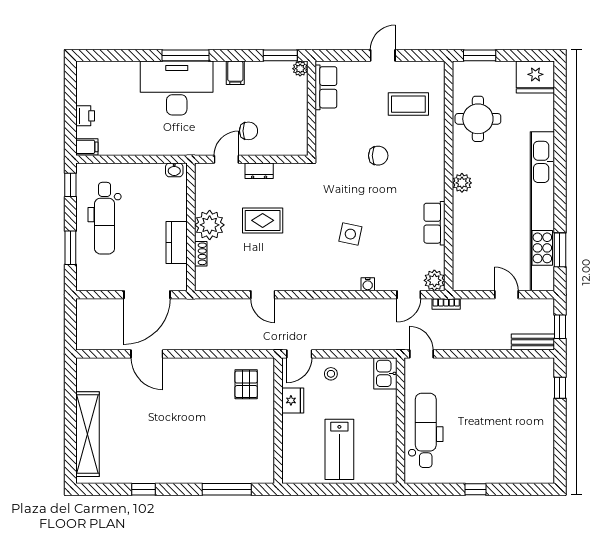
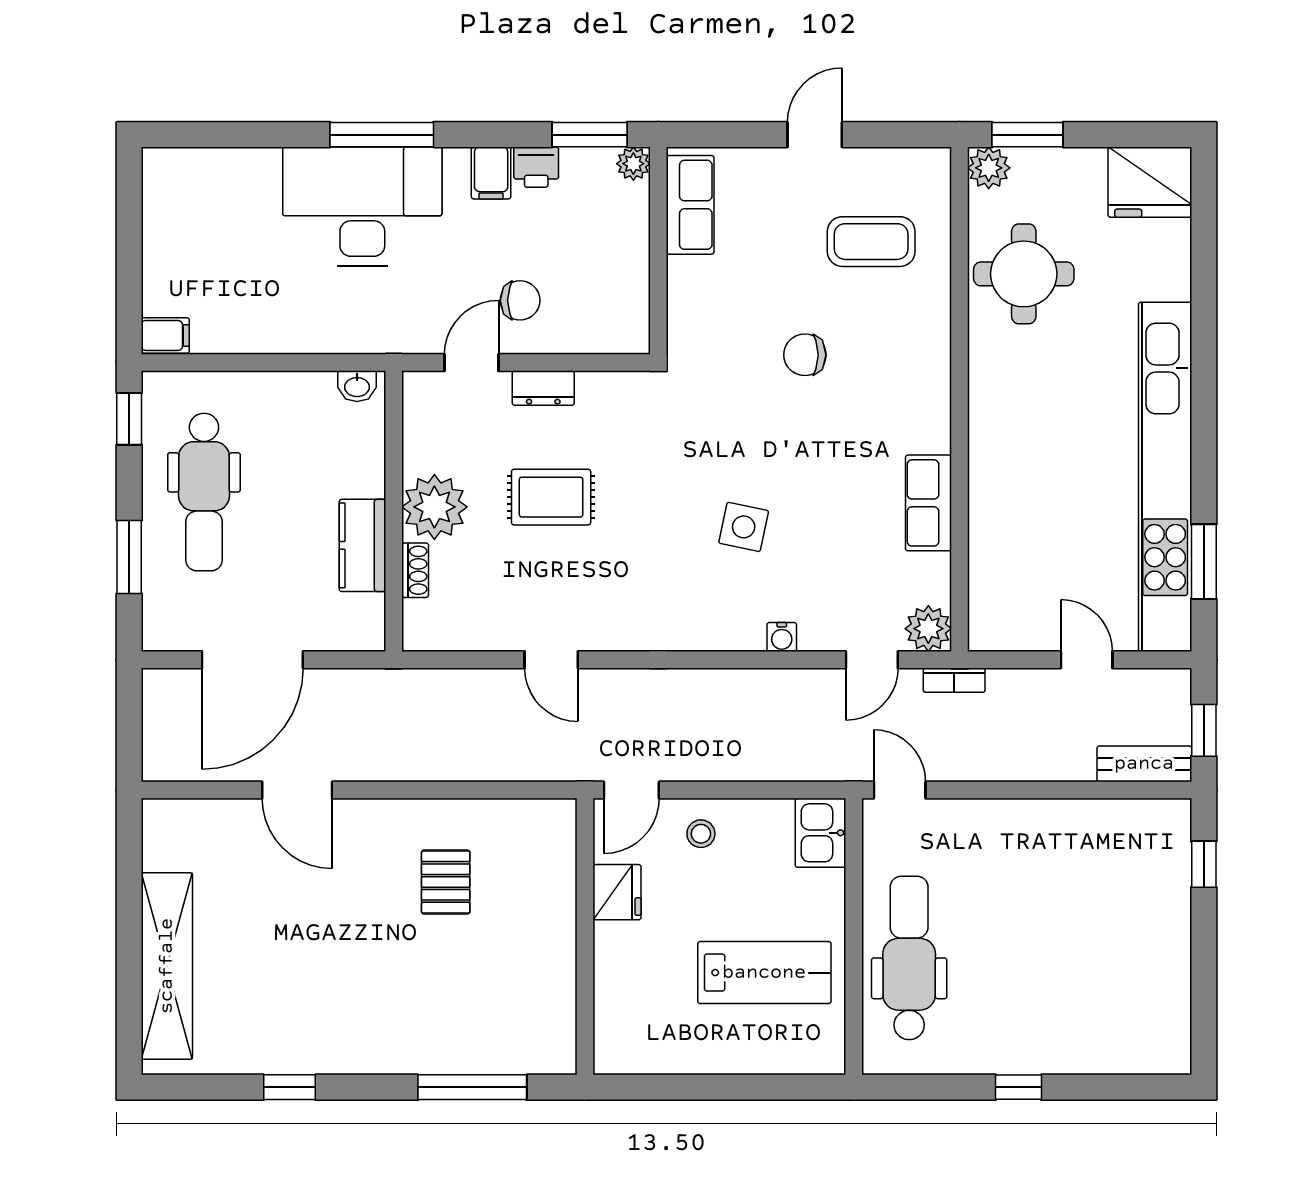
printer: (85, 116) -> (536, 167), moved, turned 90
chair: (378, 156) -> (805, 355), turned 180
plant: (462, 183) -> (989, 168), moved
door: (147, 295) -> (252, 660), moved
pallet: (246, 384) -> (446, 882), moved
lab bench: (339, 449) -> (764, 973), moved, turned -90

